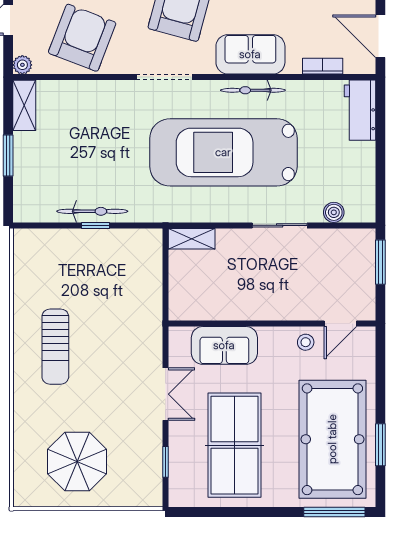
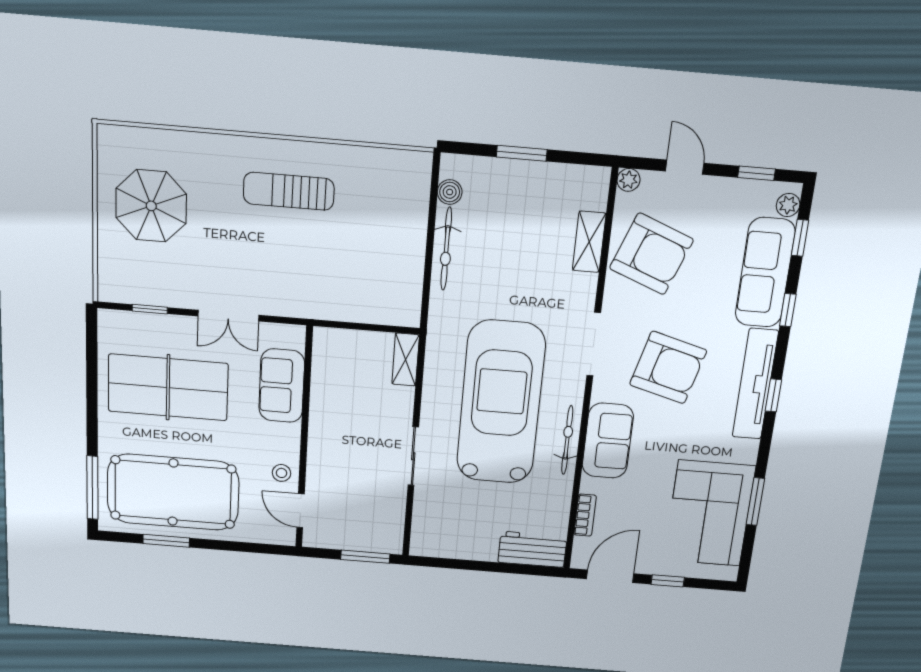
shelving: (24, 105) -> (589, 242), moved, turned 90
boiler: (334, 212) -> (450, 192), moved
window: (96, 225) -> (429, 251), removed

